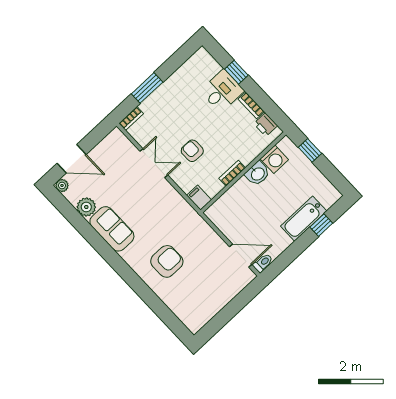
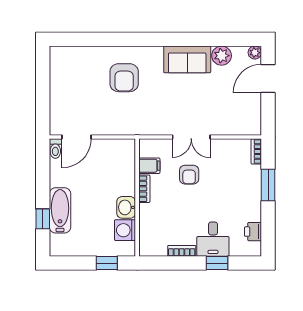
printer: (266, 125) -> (253, 232), moved, turned -90
armchair: (192, 151) -> (189, 175), turned 90
double door: (154, 163) -> (191, 137), moved
filing cabinet: (199, 198) -> (149, 166), moved

